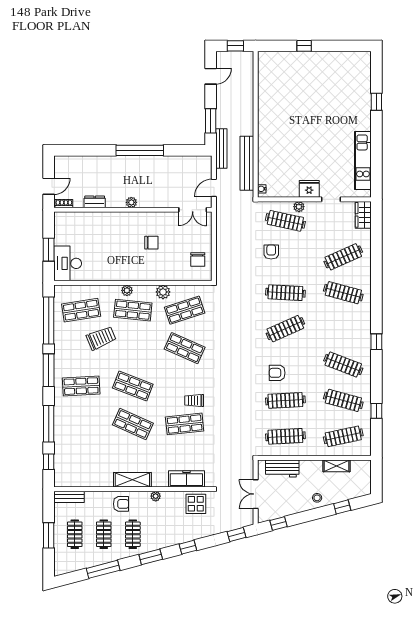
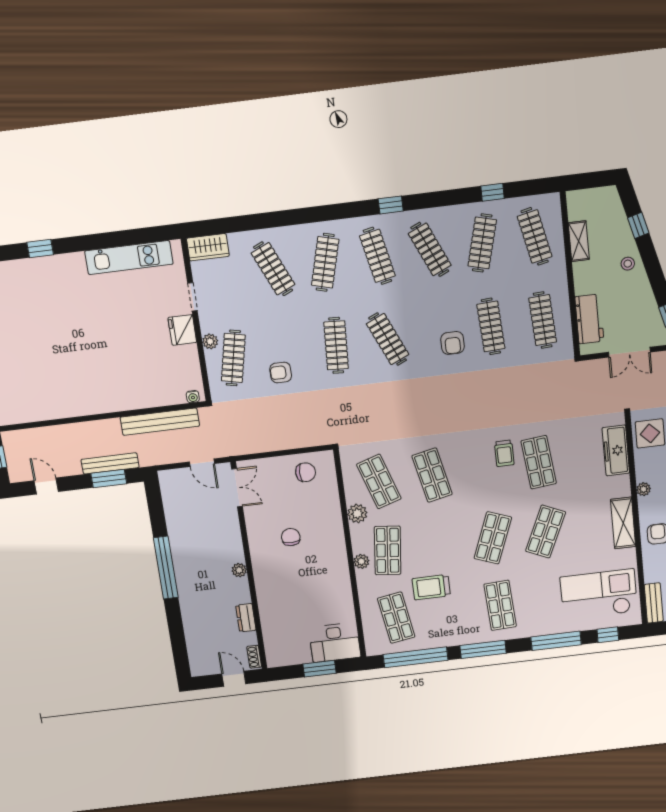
bench: (221, 148) -> (110, 463), moved
clothes rail: (343, 329) -> (377, 256), added
trolley: (101, 338) -> (431, 587), turned -67
shop shelf: (185, 348) -> (432, 475), turned -36
clothes rail: (343, 364) -> (430, 249), turned -45
checkout: (81, 458) -> (599, 594), added

